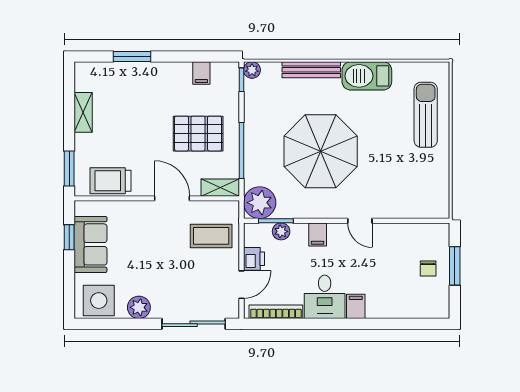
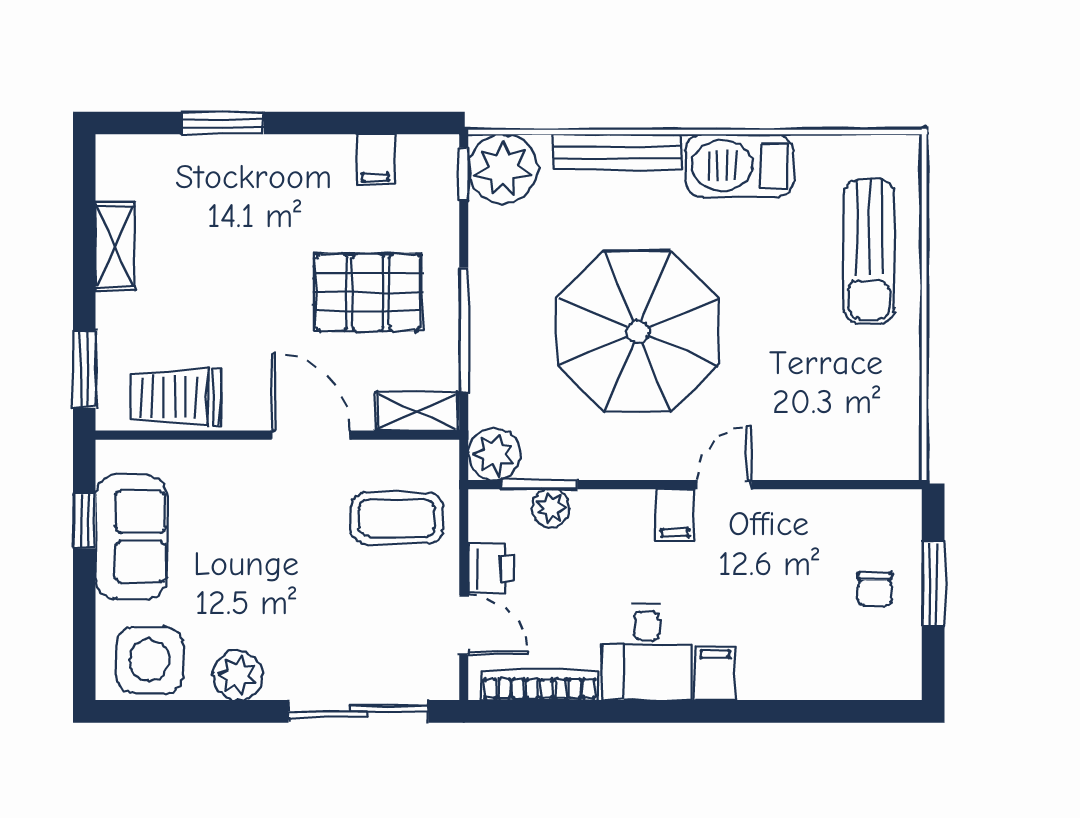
plant: (252, 70) -> (503, 169), width x1.87, depth x1.87
sun lounger: (426, 115) -> (869, 251), turned 180
plant: (260, 203) -> (494, 454), width x0.73, depth x0.73
door: (360, 221) -> (724, 485), swing flipped
filing cabinet: (318, 234) -> (675, 515), moved
door: (242, 285) -> (464, 625), hinge flipped

